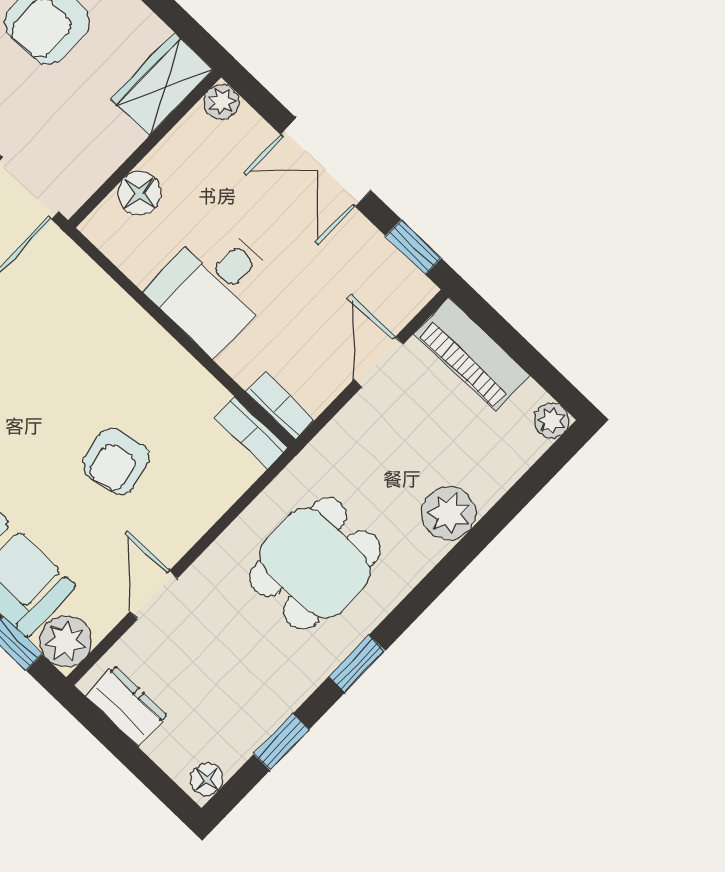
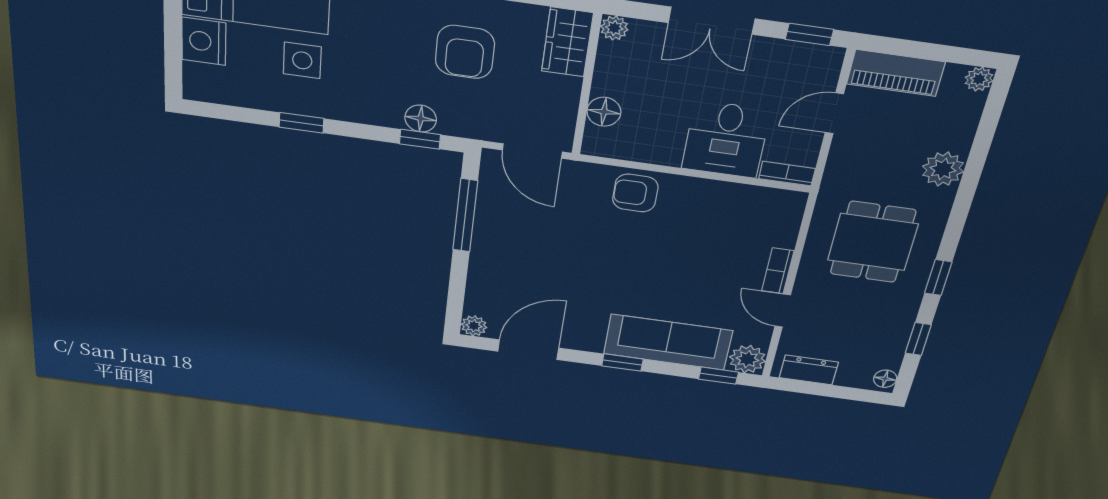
desk: (214, 287) -> (726, 139), moved
door: (379, 362) -> (834, 113), hinge flipped
bookcase: (251, 433) -> (778, 271), moved, turned 90
armchair: (116, 461) -> (635, 193), moved, turned 103

